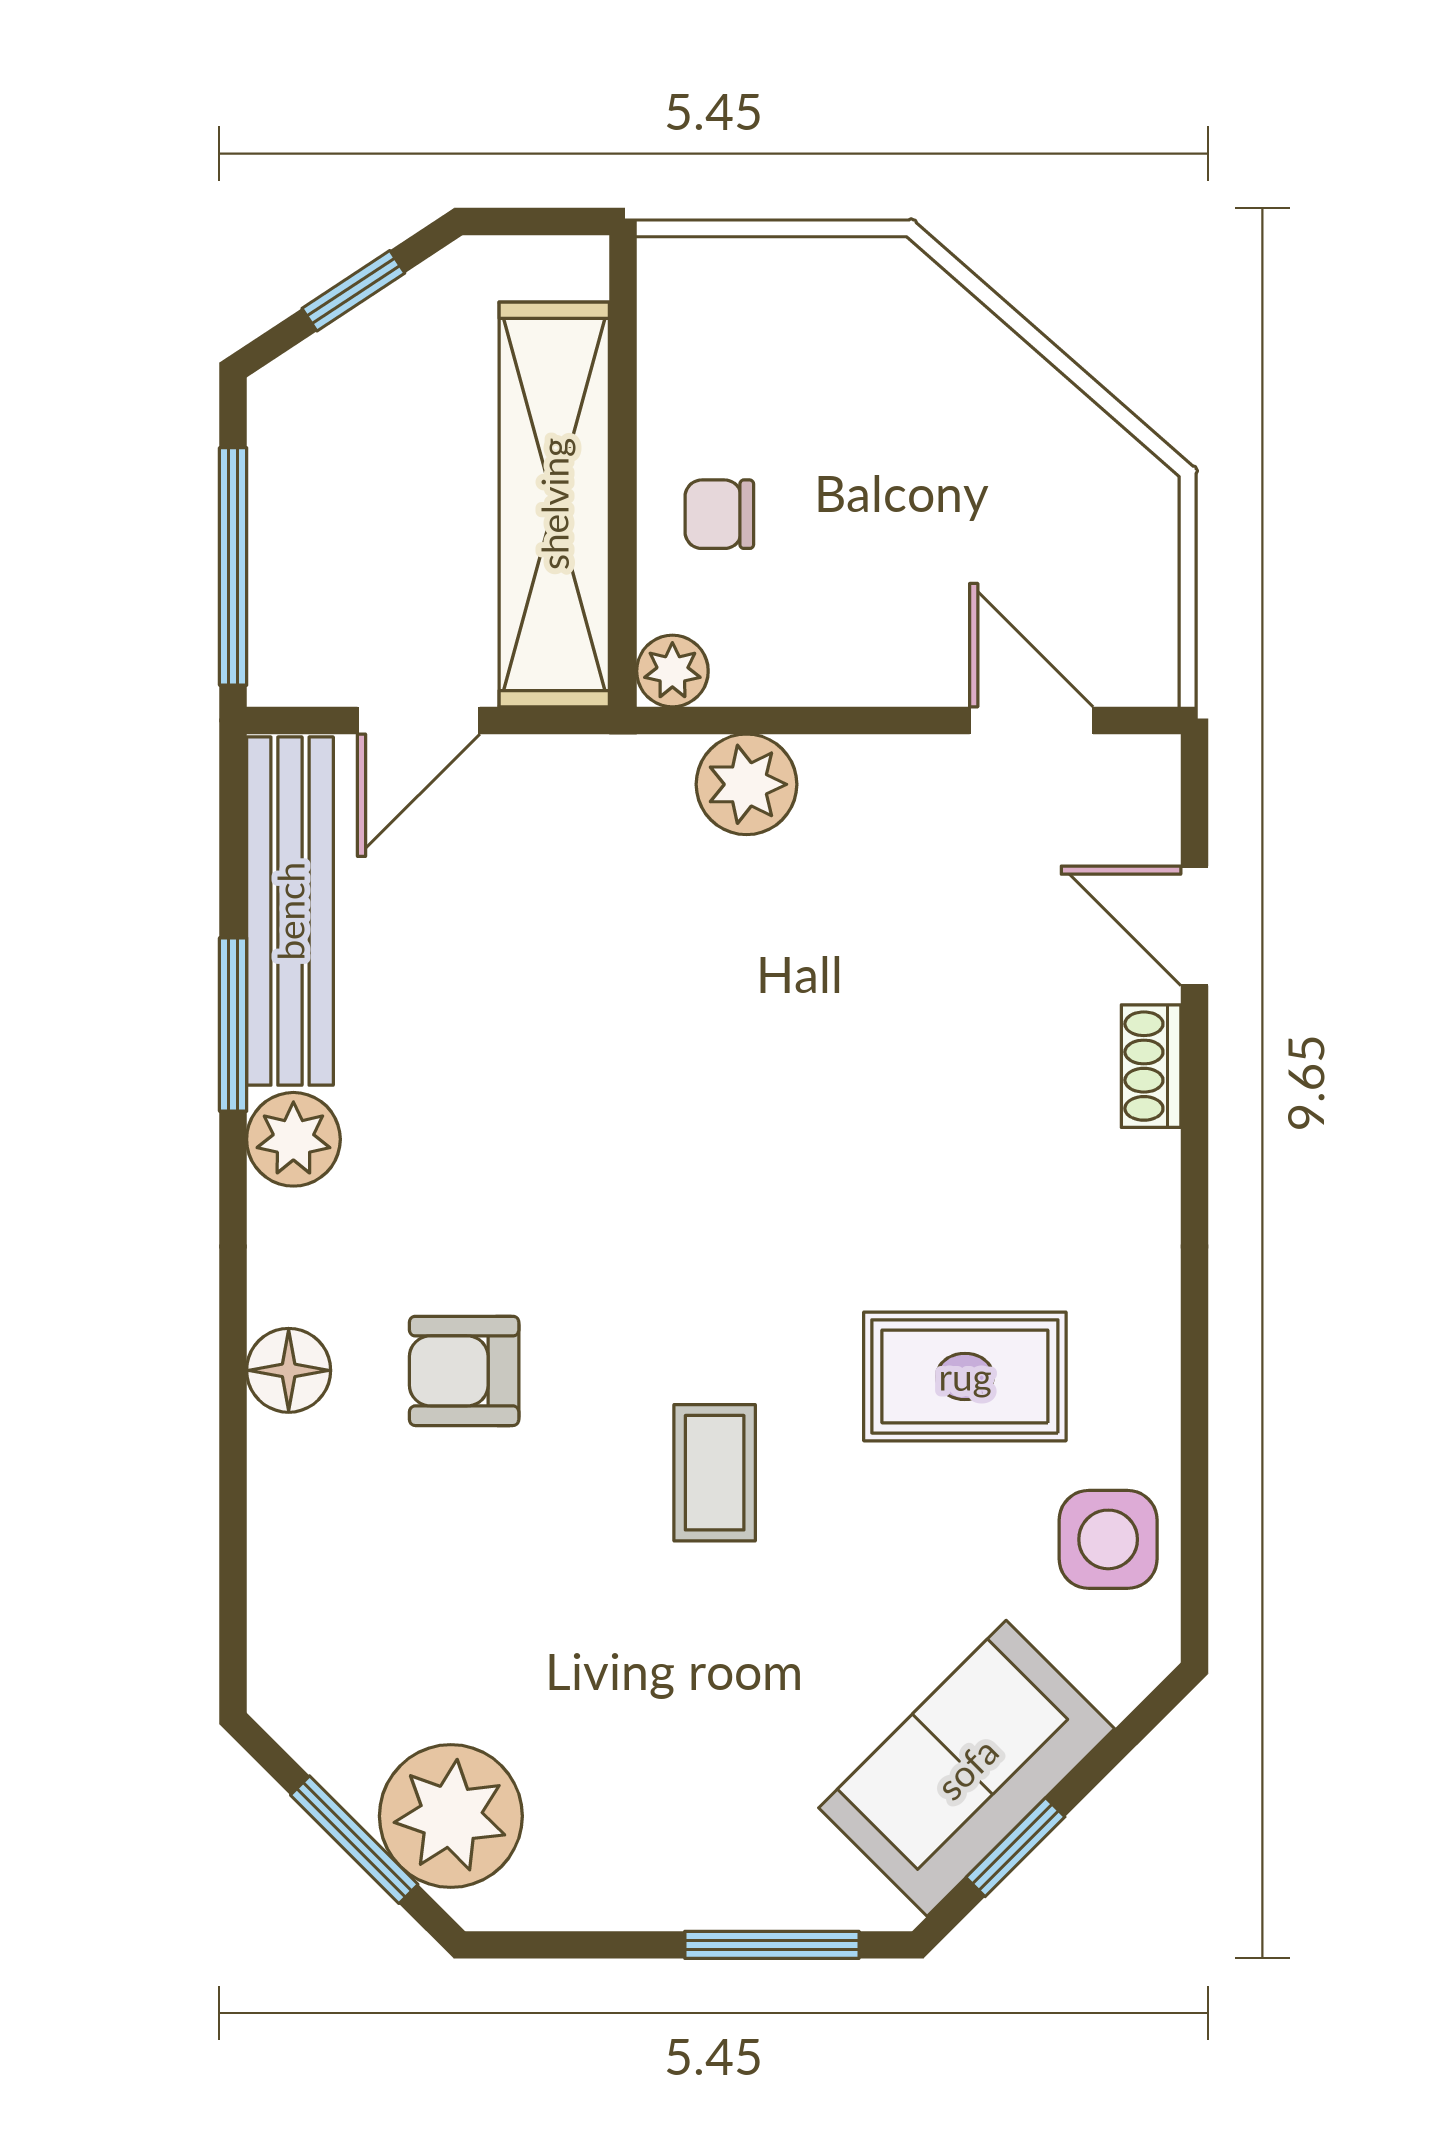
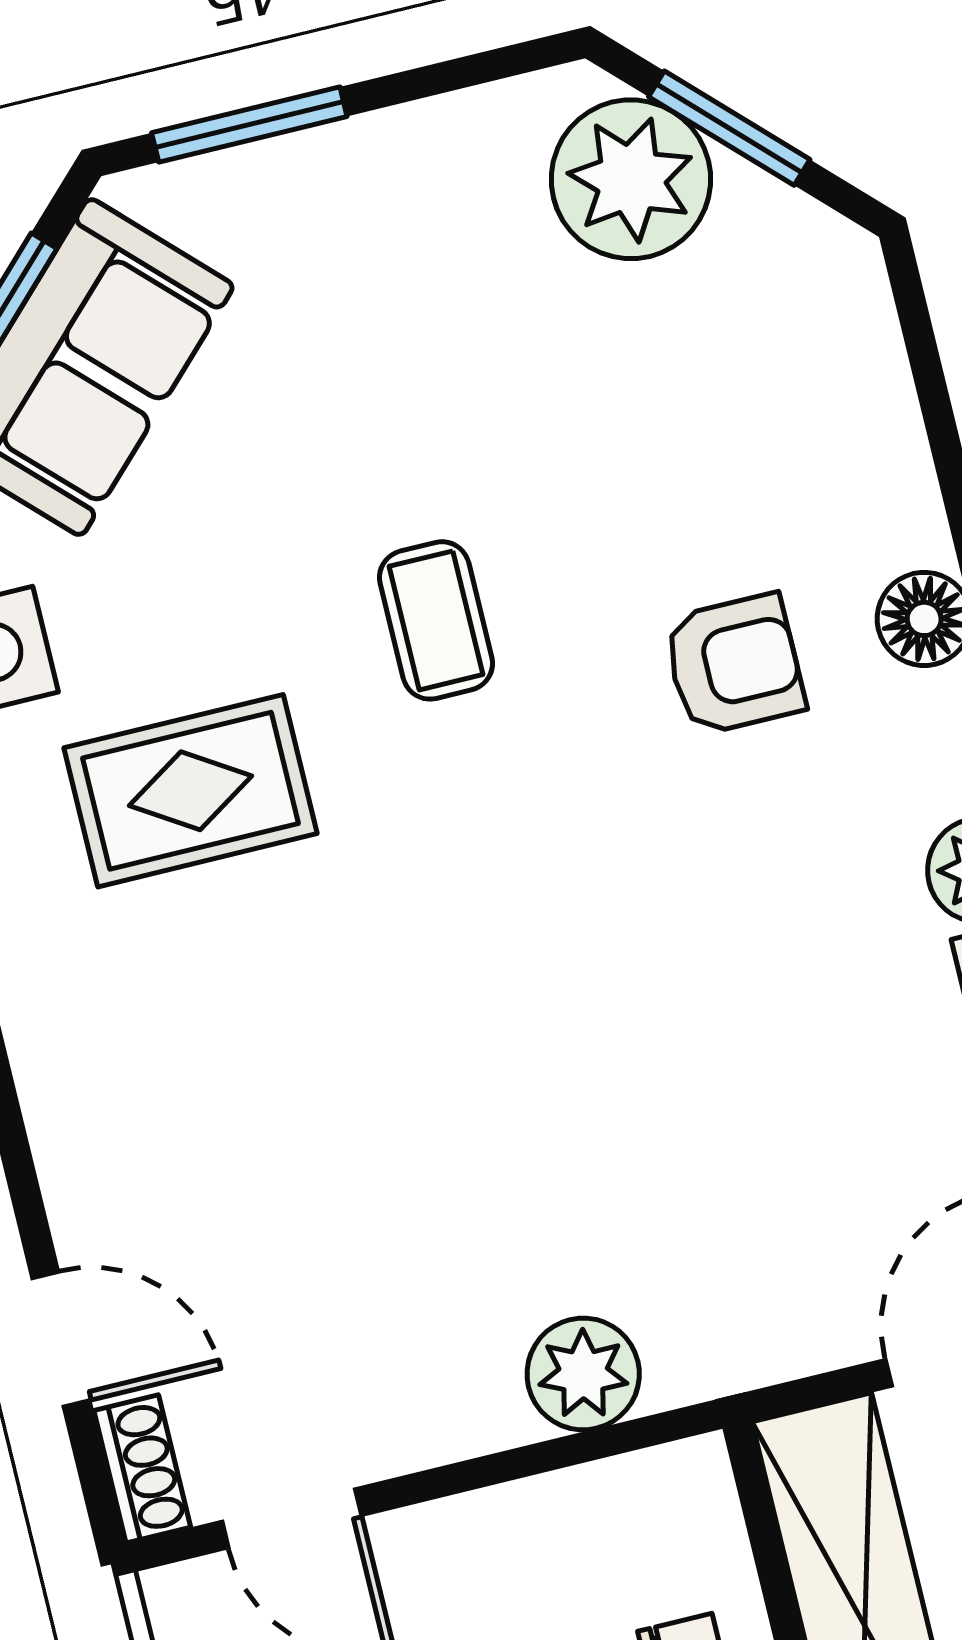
plant: (672, 671) -> (693, 1477), removed
shoe rack: (1151, 1066) -> (142, 1469), moved

